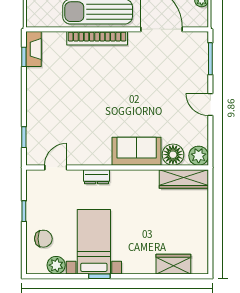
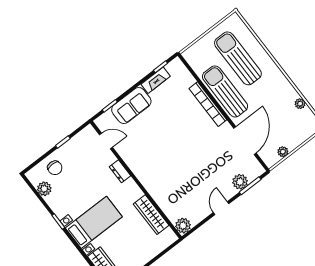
fireplace: (33, 49) -> (156, 80), moved
plant: (199, 66) -> (240, 182), added
sofa: (137, 151) -> (131, 106), moved, turned 90
floor lamp: (173, 155) -> (171, 209), removed
wardrobe: (184, 179) -> (151, 215), moved
bed with nightstands: (94, 242) -> (94, 222), moved

